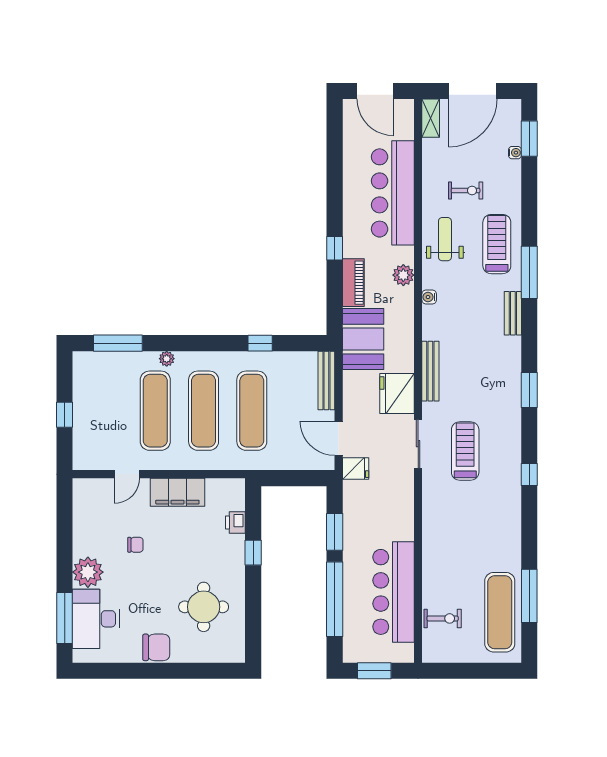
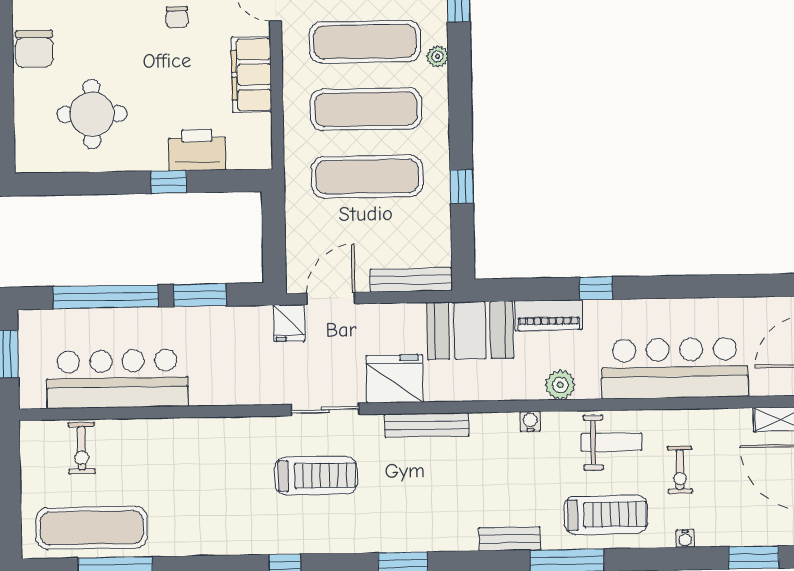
water cooler: (515, 153) -> (685, 539), moved
printer: (235, 523) -> (197, 150), width x1.87, depth x1.48

